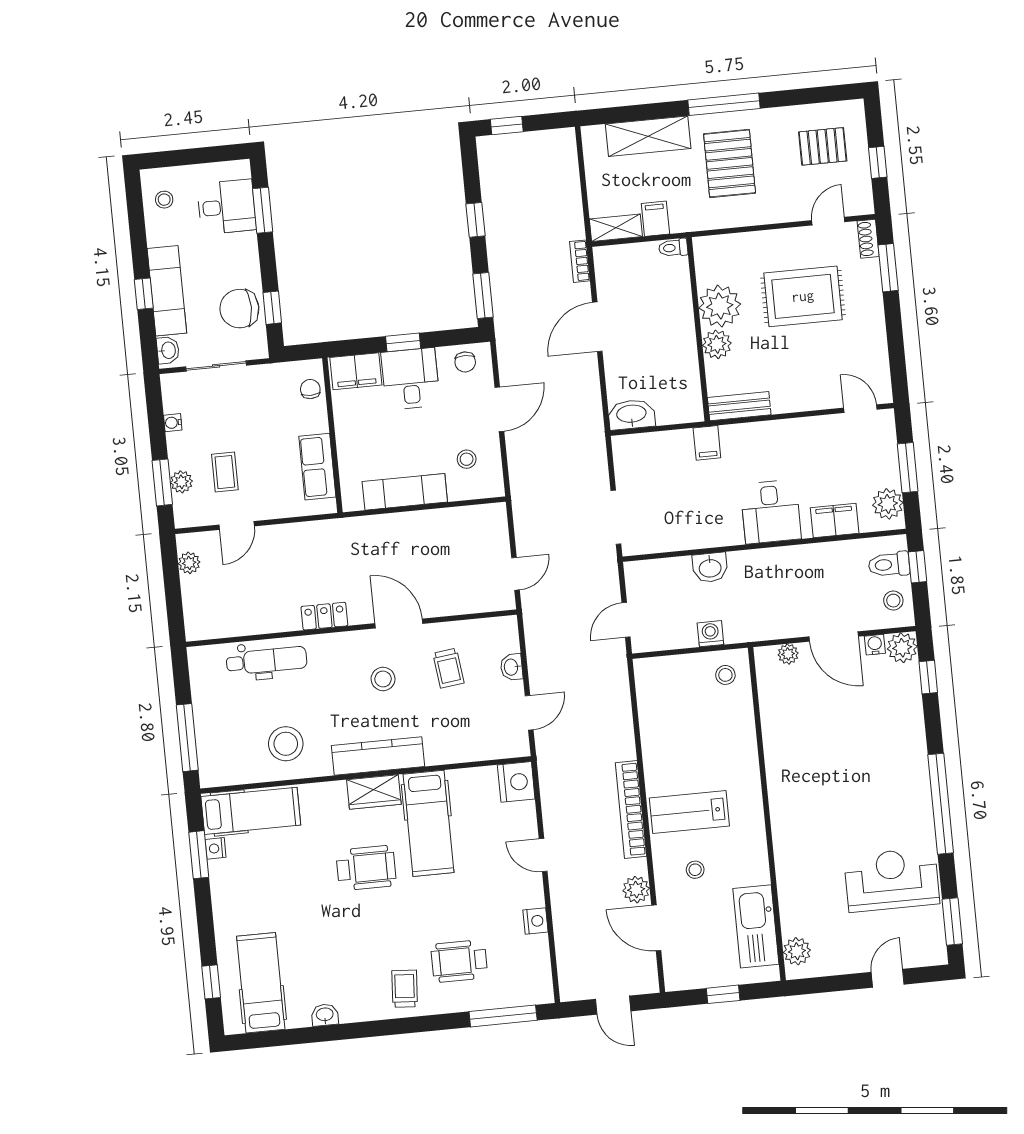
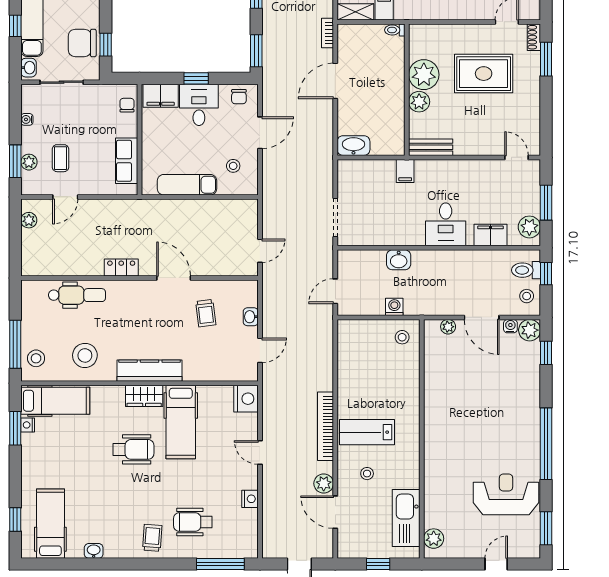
stool: (383, 679) -> (36, 358), moved

